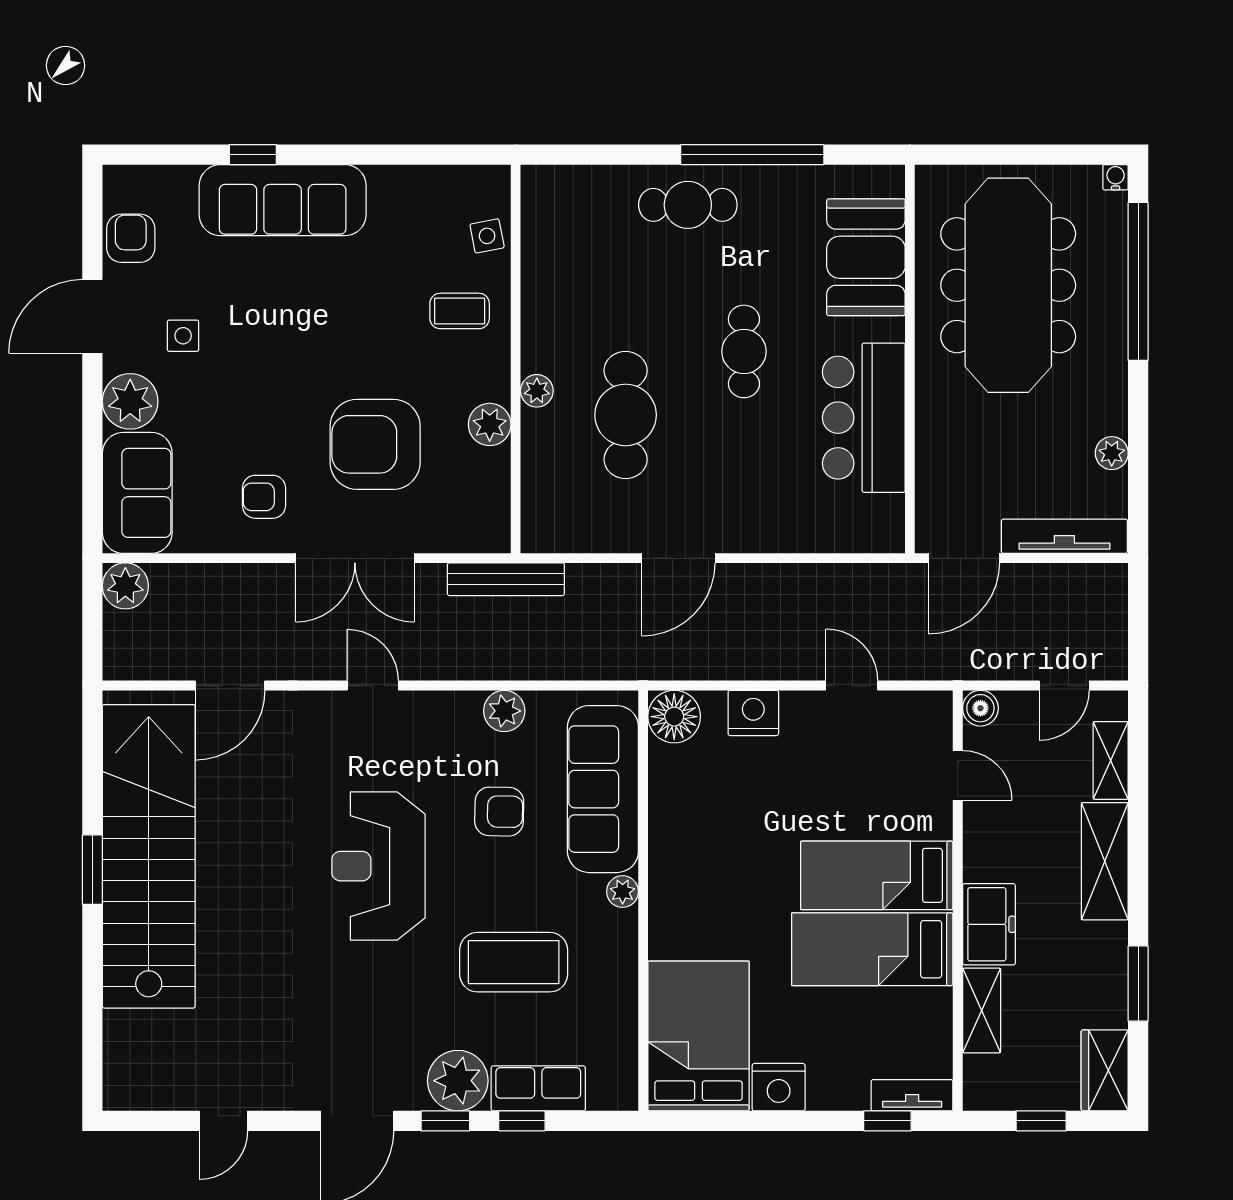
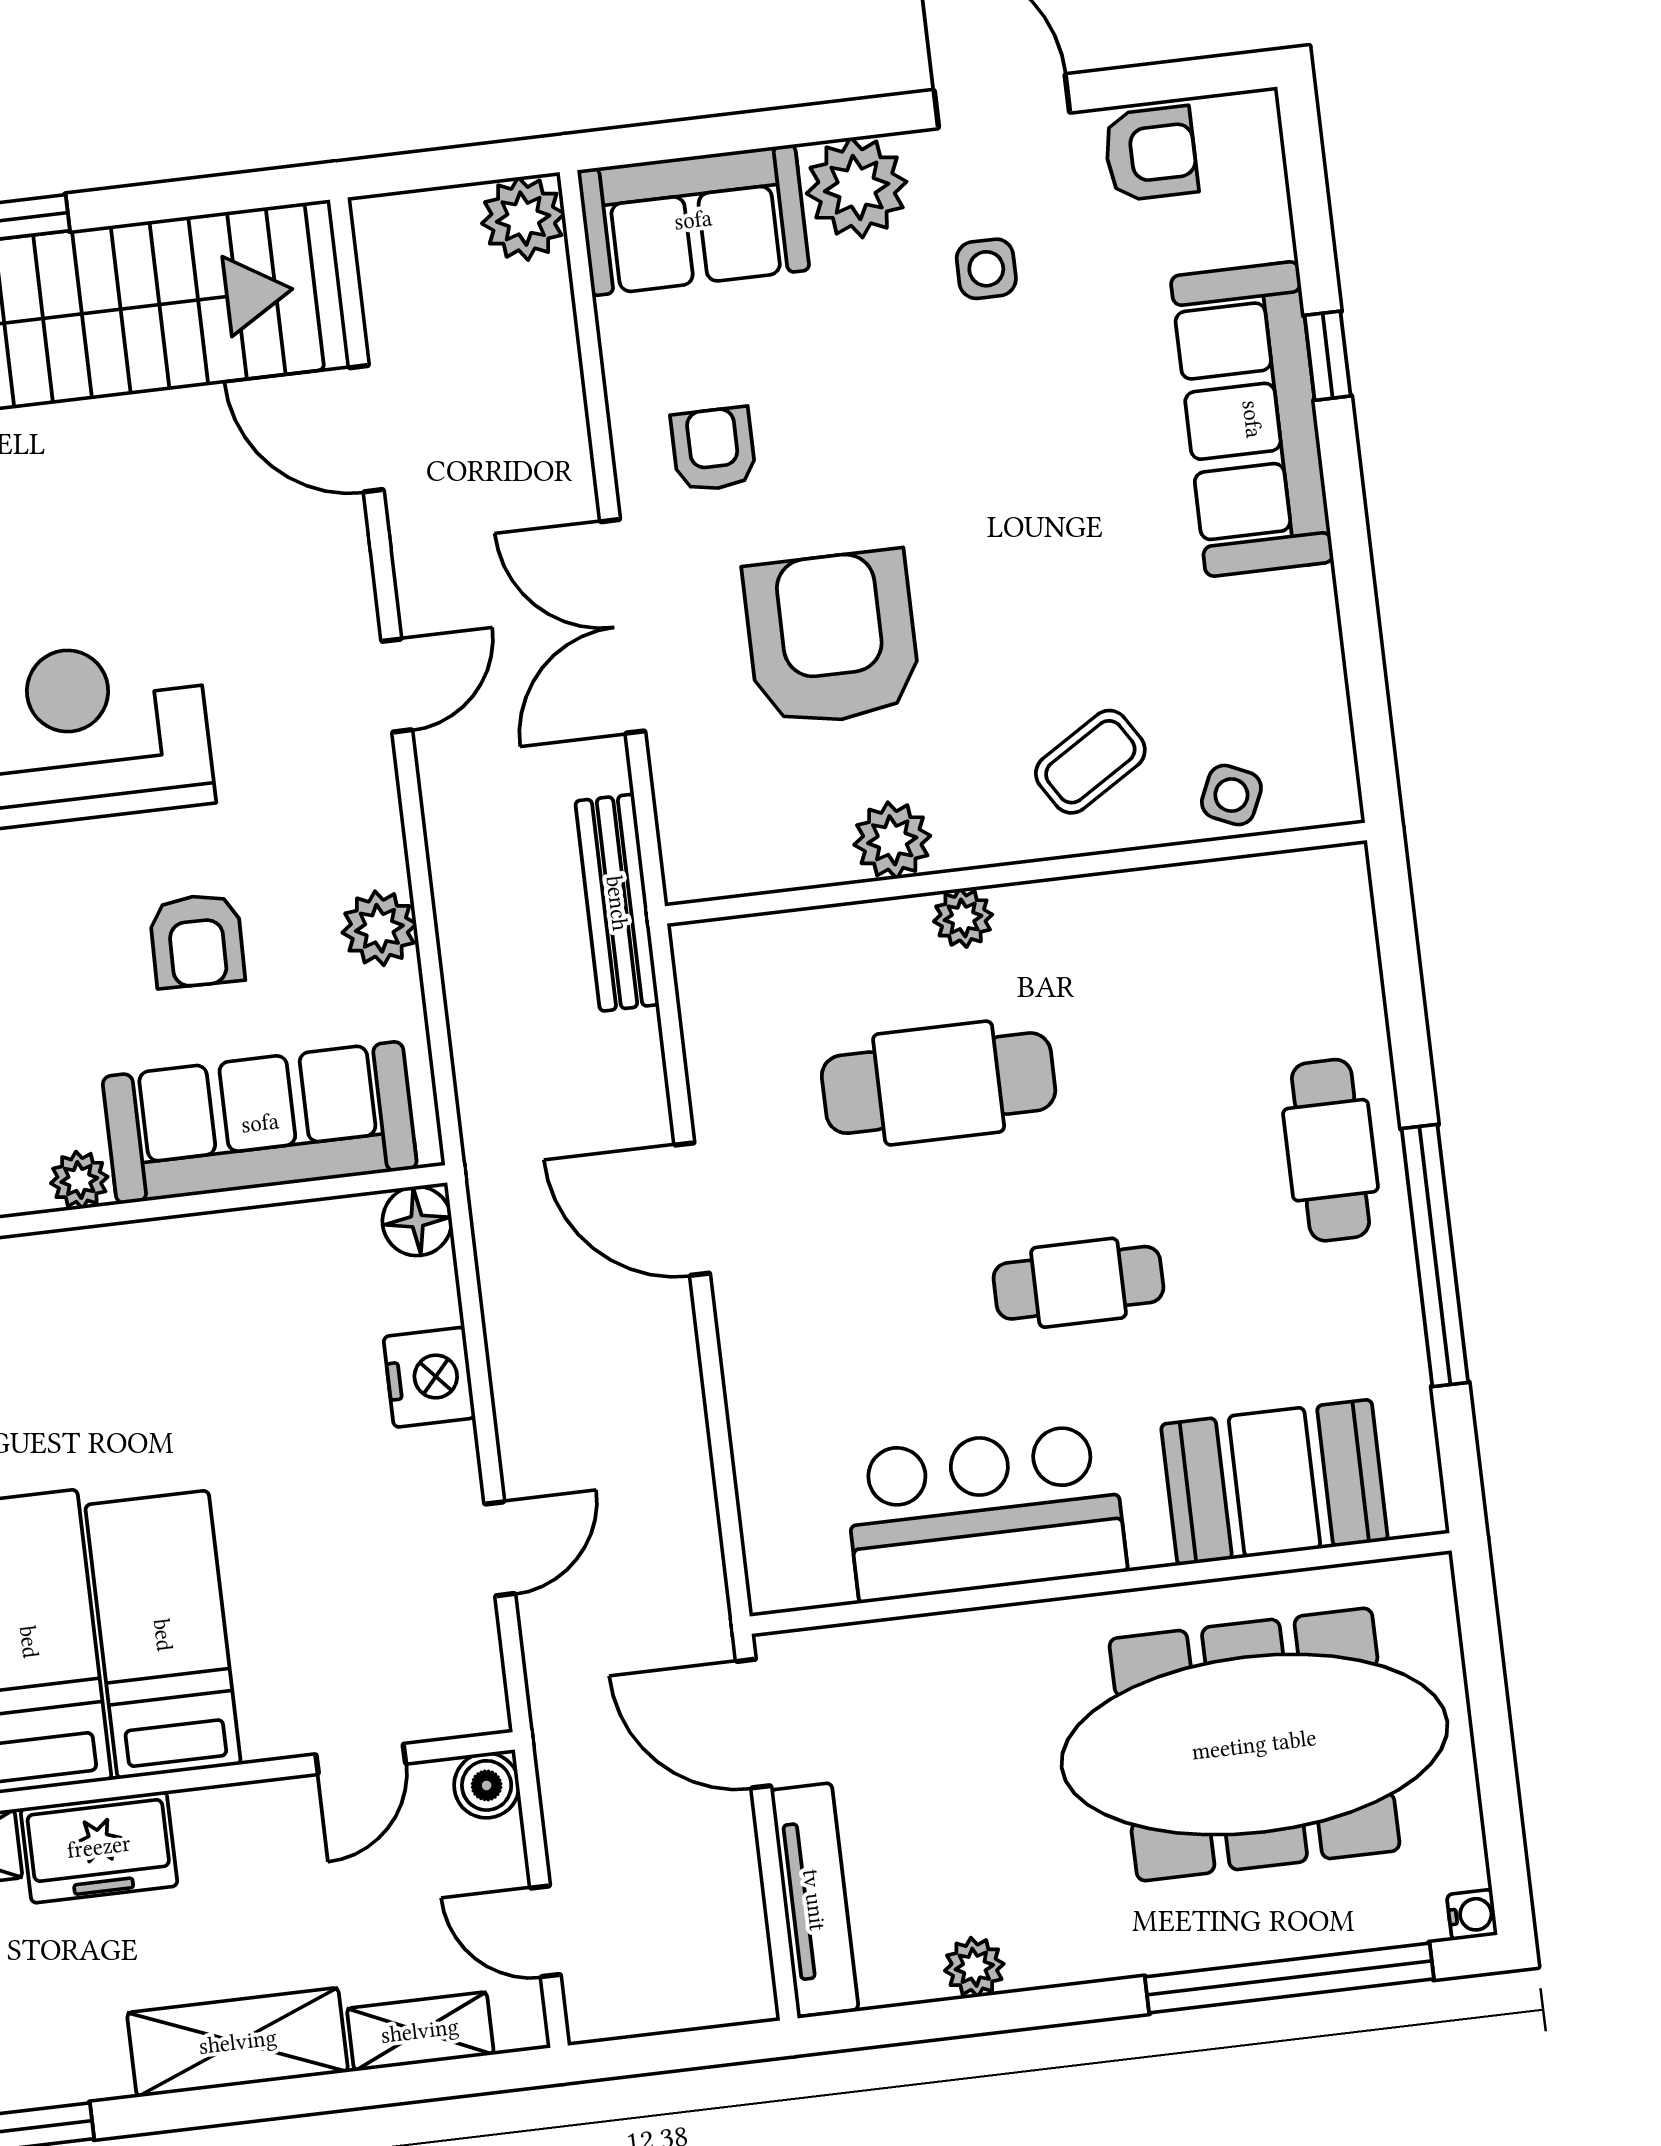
side table: (487, 236) -> (1231, 795), turned 35
coffee table: (460, 311) -> (1090, 762), turned 58
floor lamp: (674, 717) -> (417, 1221), width x0.73, depth x0.73

